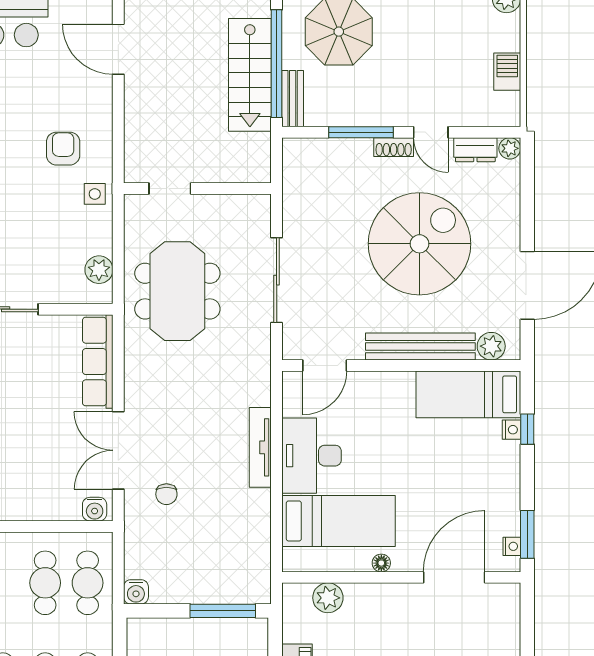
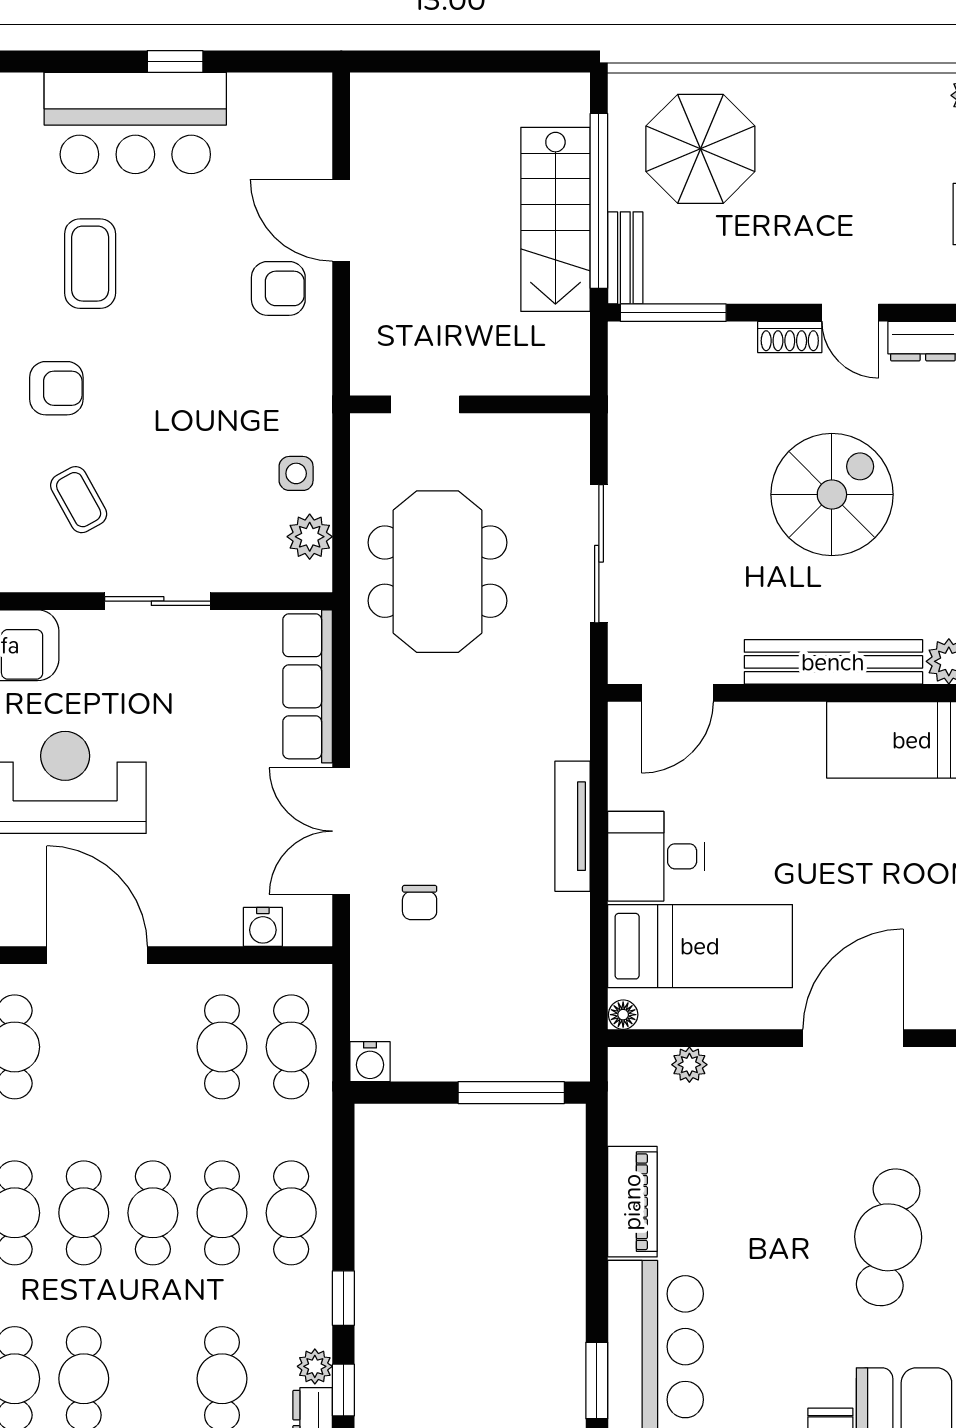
door: (118, 49) -> (341, 220), moved
window: (361, 132) -> (673, 313), moved
armchair: (63, 149) -> (278, 288), moved, turned 90
side table: (95, 194) -> (296, 473), moved
spiral stairs: (419, 244) -> (832, 495), width x0.73, depth x0.73
desk: (312, 456) -> (656, 856), width x0.73
water cooler: (95, 509) -> (263, 927), moved
floor lamp: (381, 563) -> (623, 1015), moved
door: (454, 577) -> (853, 1038), moved
plant: (328, 598) -> (689, 1065), width x0.73, depth x0.73

